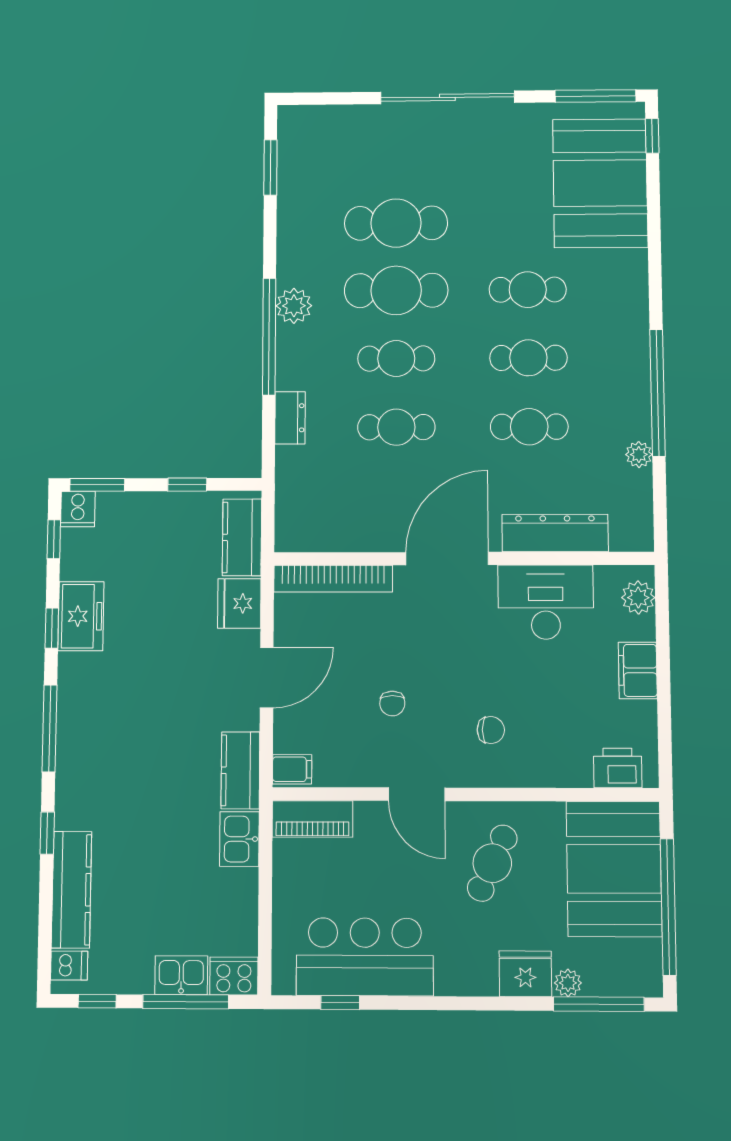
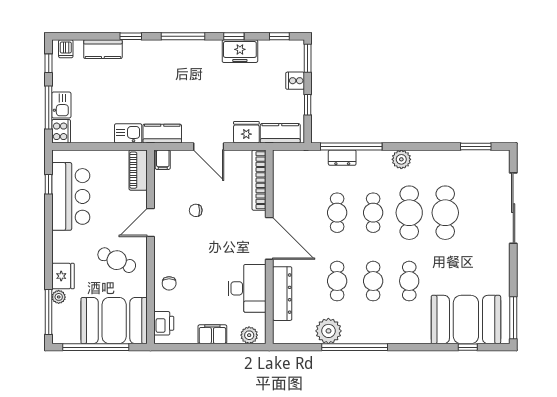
sliding door: (447, 97) -> (513, 208), moved
window: (652, 136) -> (468, 347), moved
window: (269, 336) -> (351, 147), moved
plant: (639, 454) -> (328, 331), width x1.87, depth x1.87
cooker: (78, 509) -> (295, 81), moved
chair: (491, 730) -> (169, 283), moved
kitchen counter: (71, 890) -> (103, 49), width x0.67

